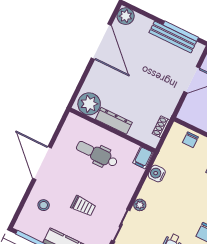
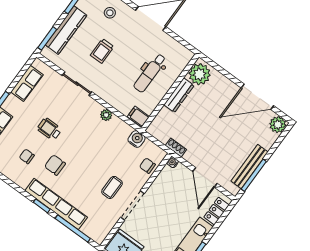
water cooler: (182, 115) -> (173, 162), added
shoe rack: (161, 127) -> (176, 147), moved
dental chair: (97, 154) -> (150, 73), turned 180
water cooler: (157, 174) -> (137, 139), moved
plant: (140, 205) -> (106, 115), moved

